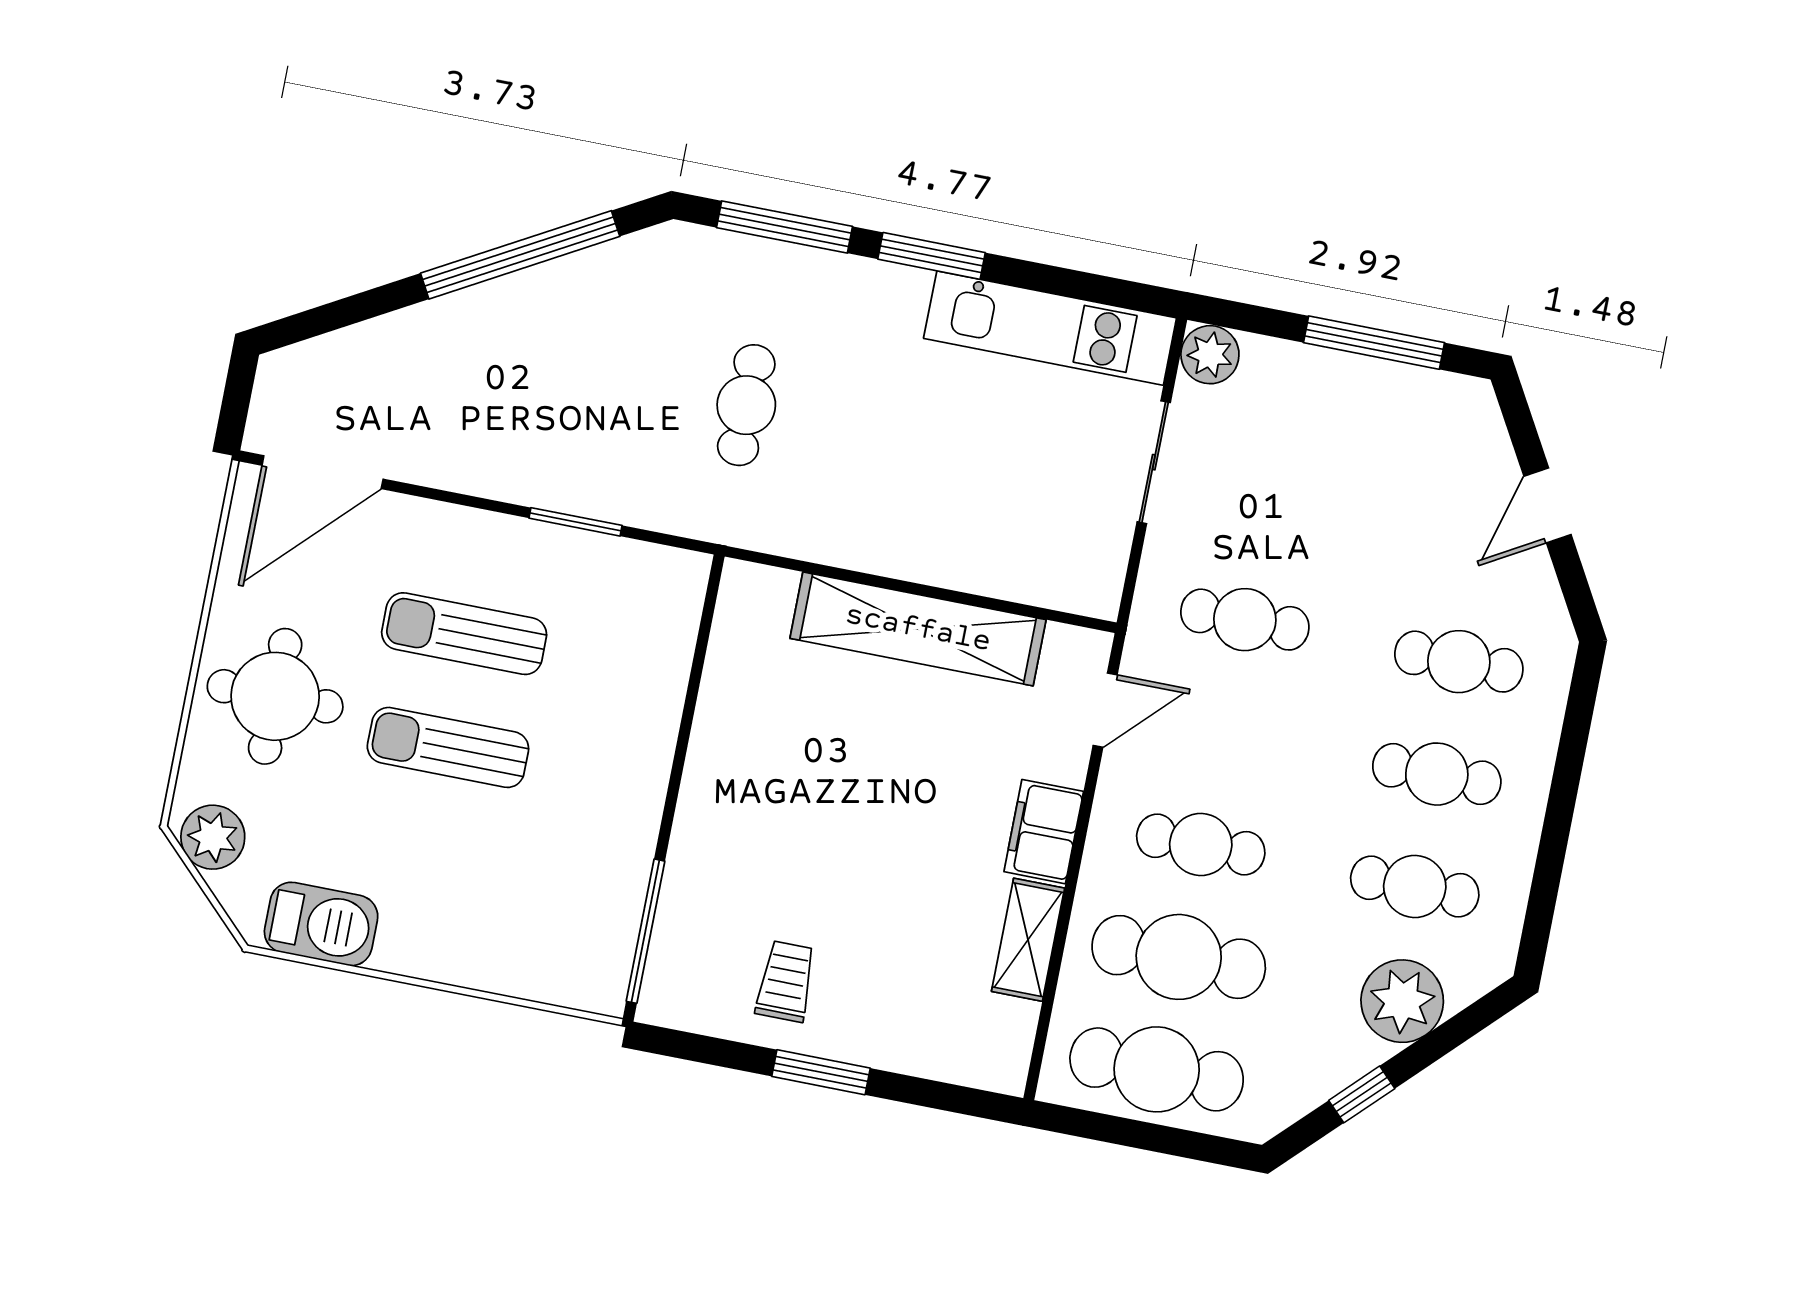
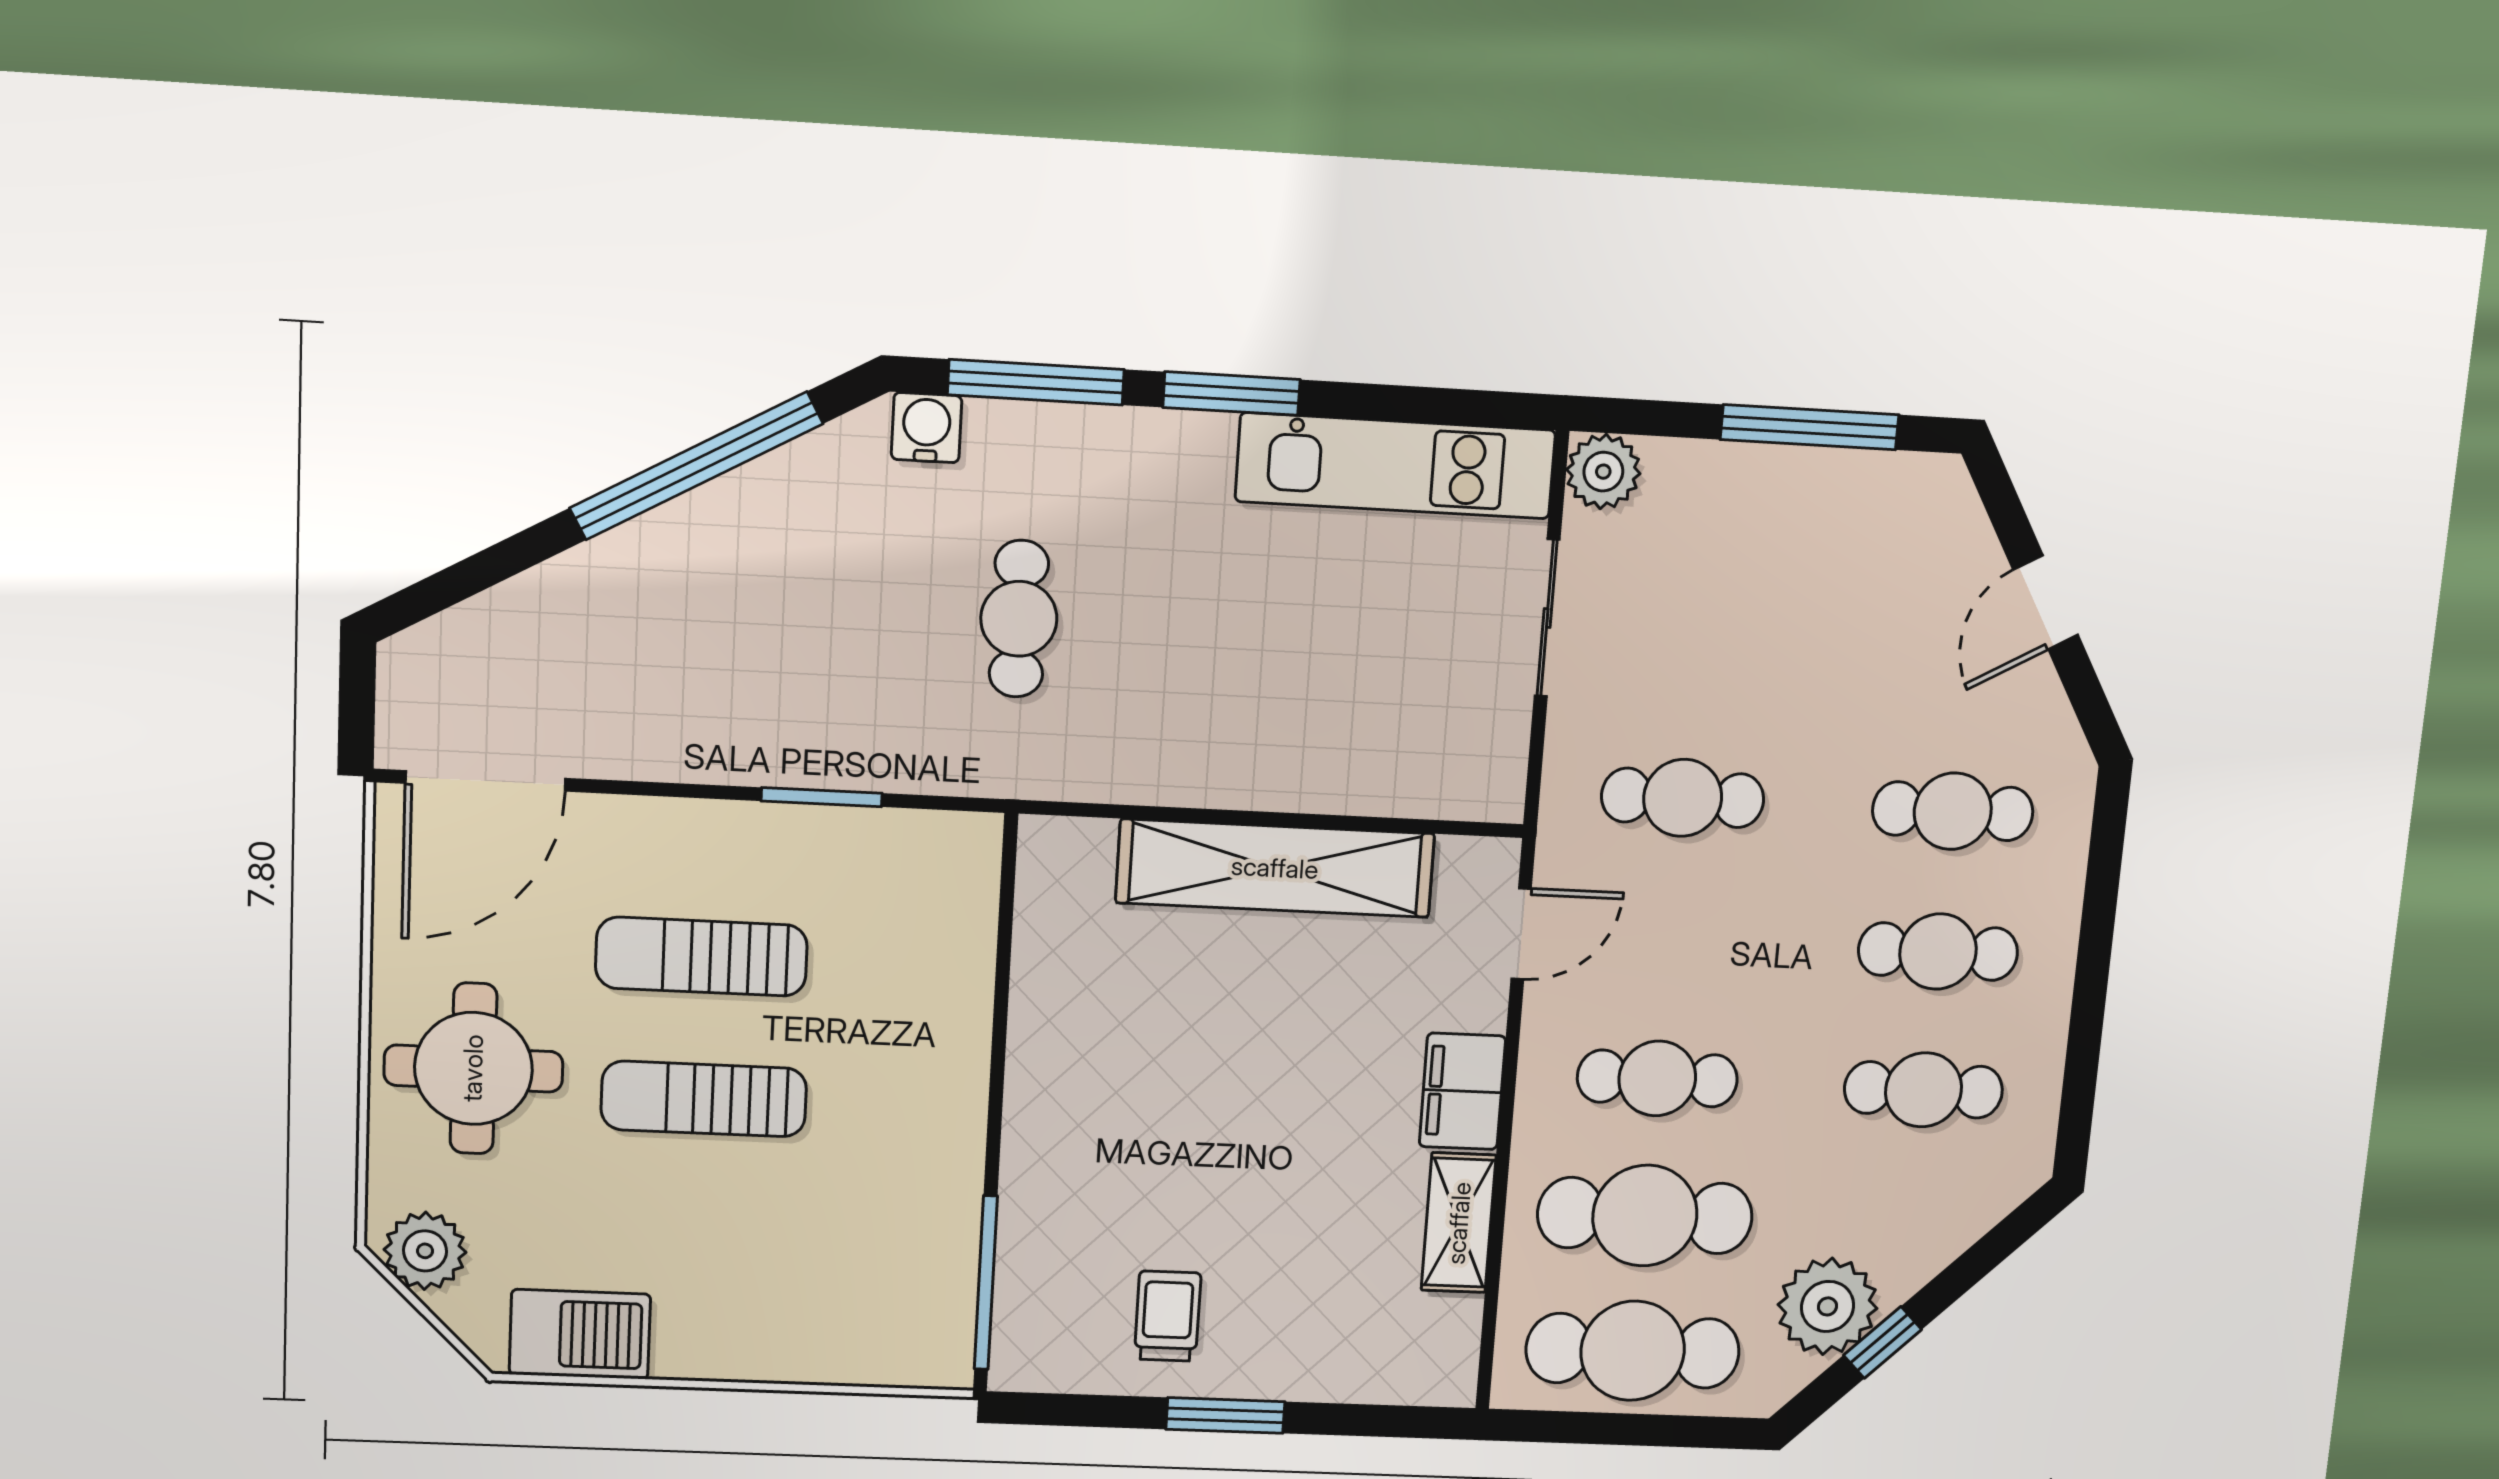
water cooler: (697, 250) -> (926, 428), added
plant: (1402, 1001) -> (1828, 1306), moved

